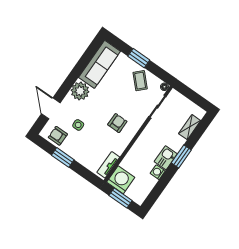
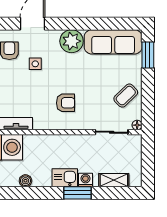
window: (139, 58) -> (148, 55), moved
washing machine: (158, 172) -> (85, 180), moved
boiler: (150, 185) -> (25, 181), added

